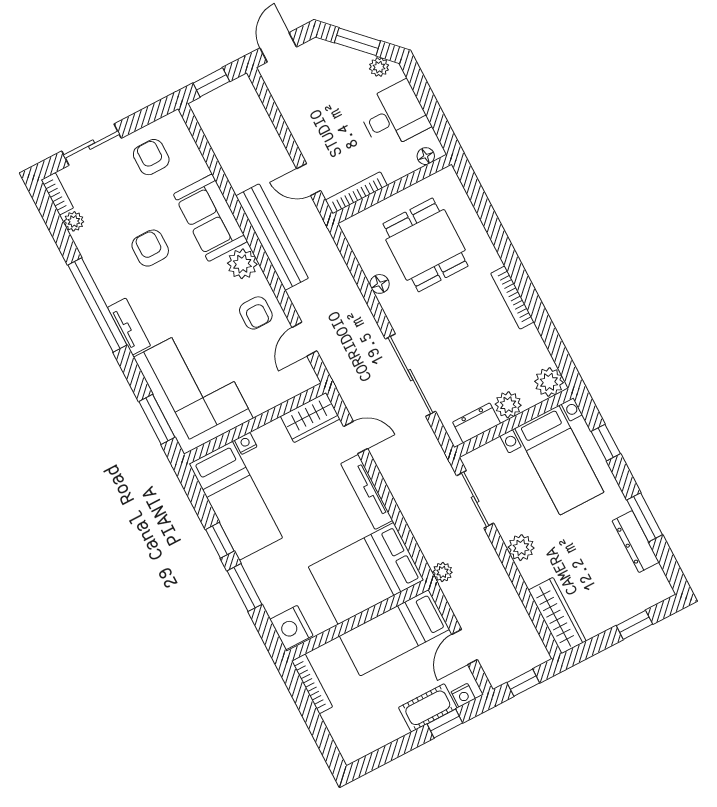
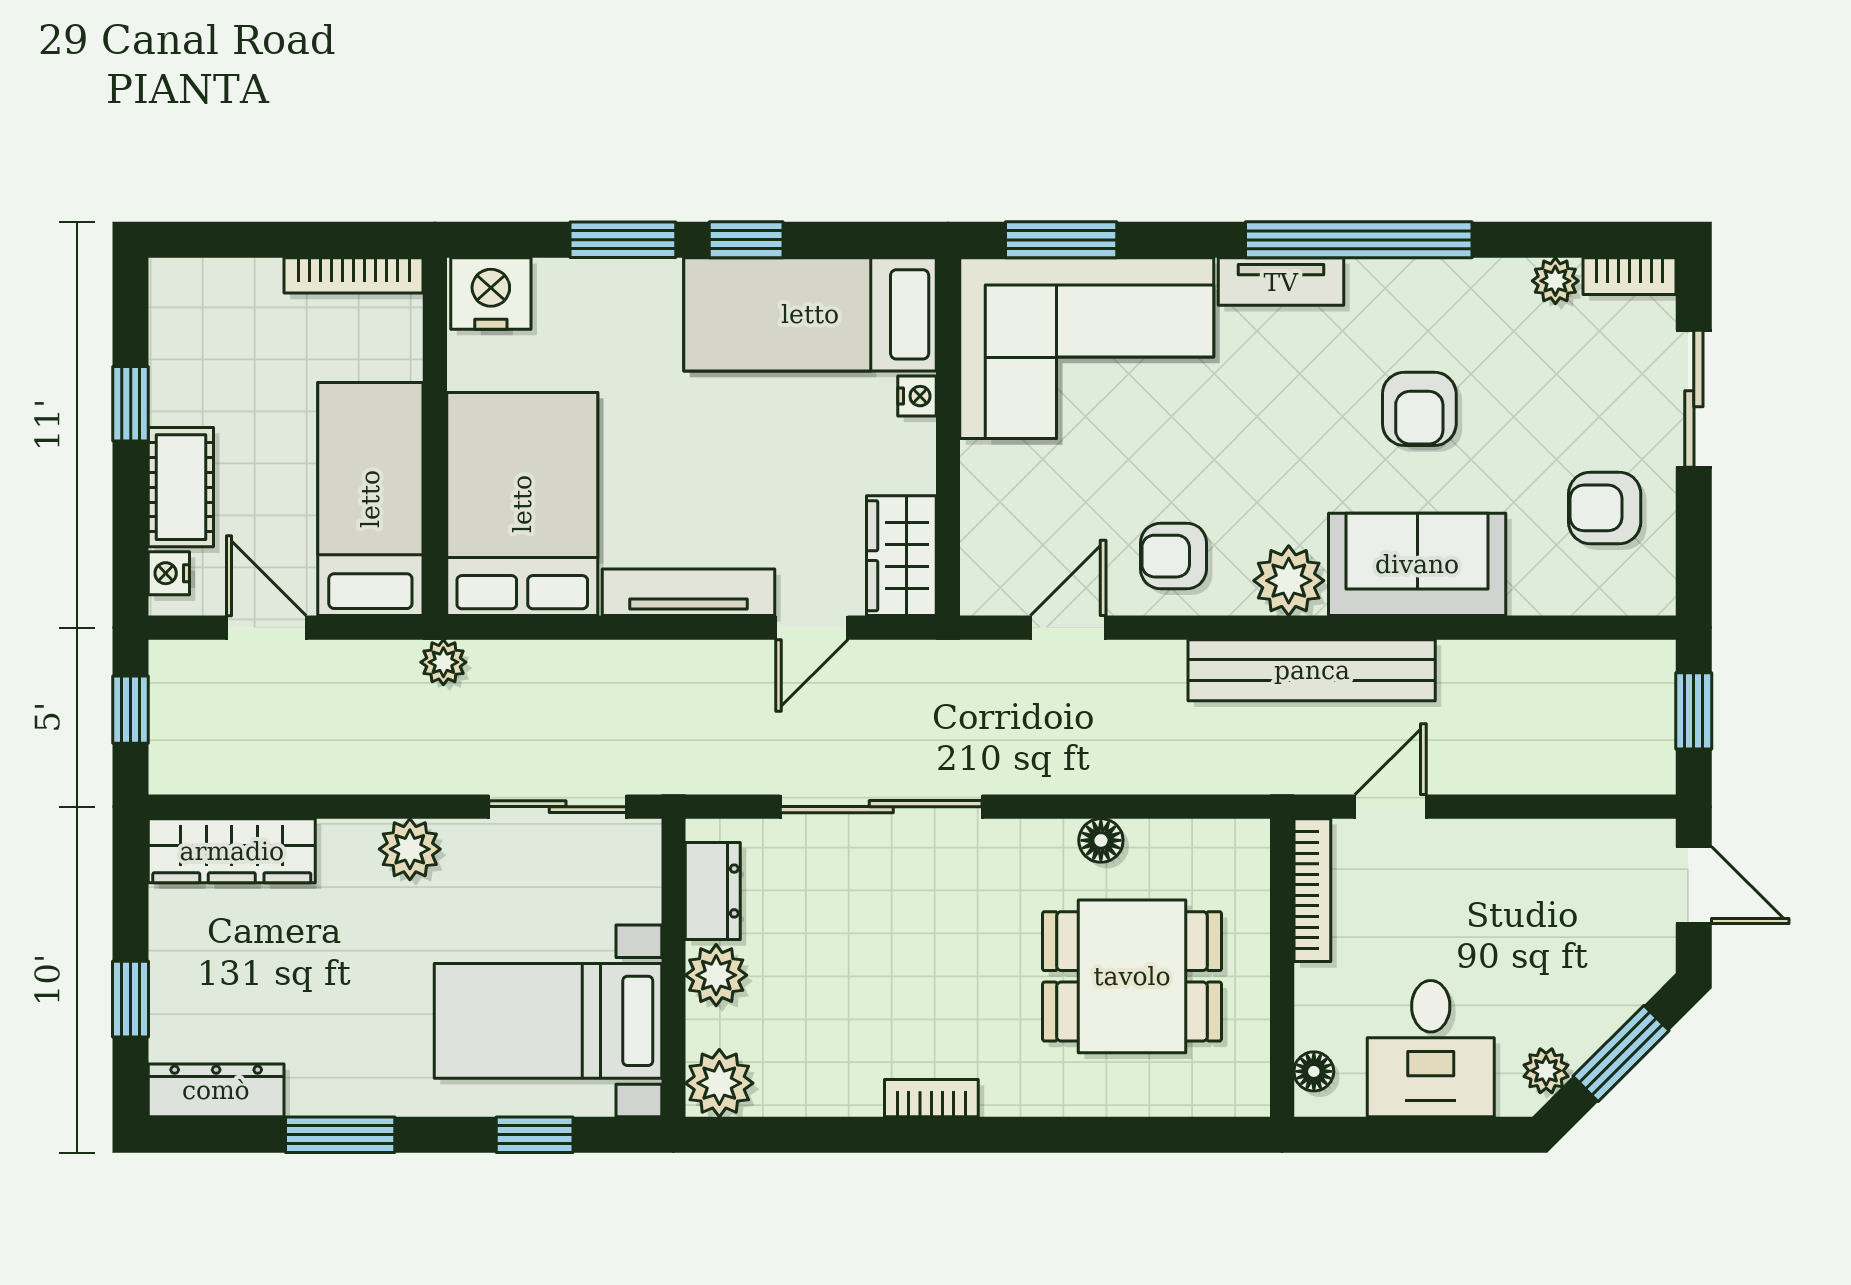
armchair: (151, 157) -> (1605, 508), turned 180
armchair: (150, 248) -> (1419, 409), turned 90
bookcase: (512, 298) -> (931, 1098), width x0.64
door: (304, 339) -> (1068, 628), hinge flipped
dresser: (636, 542) -> (216, 1090), moved
window: (445, 724) -> (131, 404), moved

